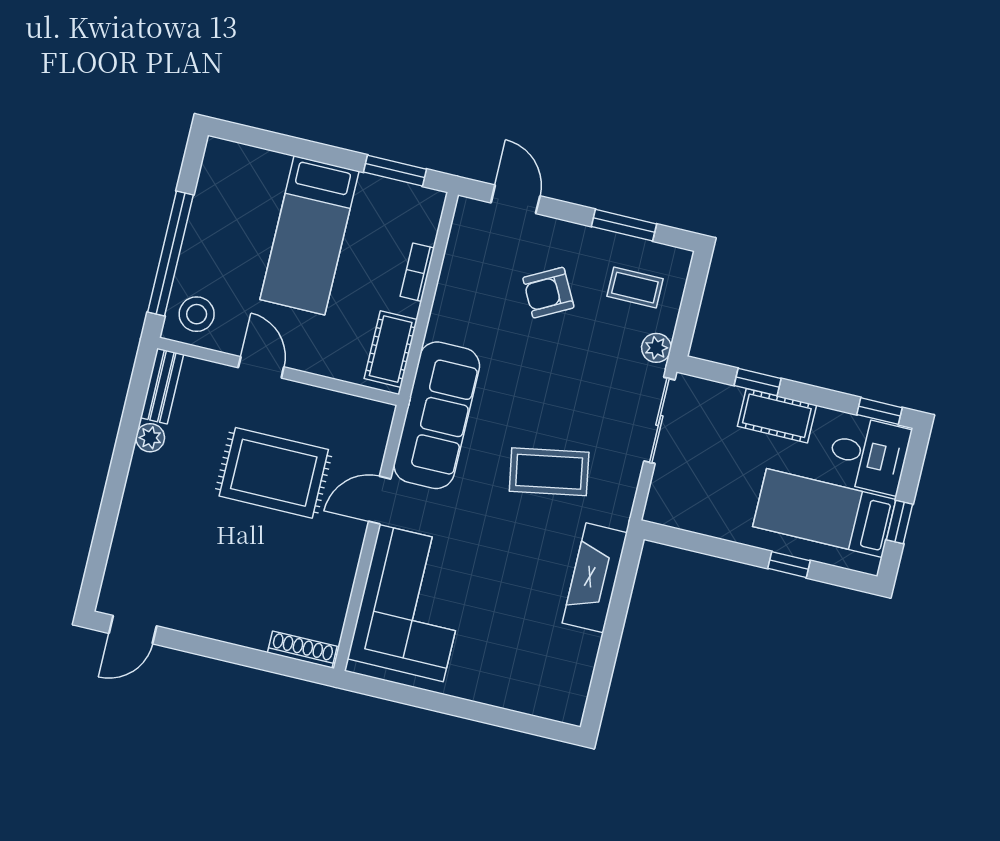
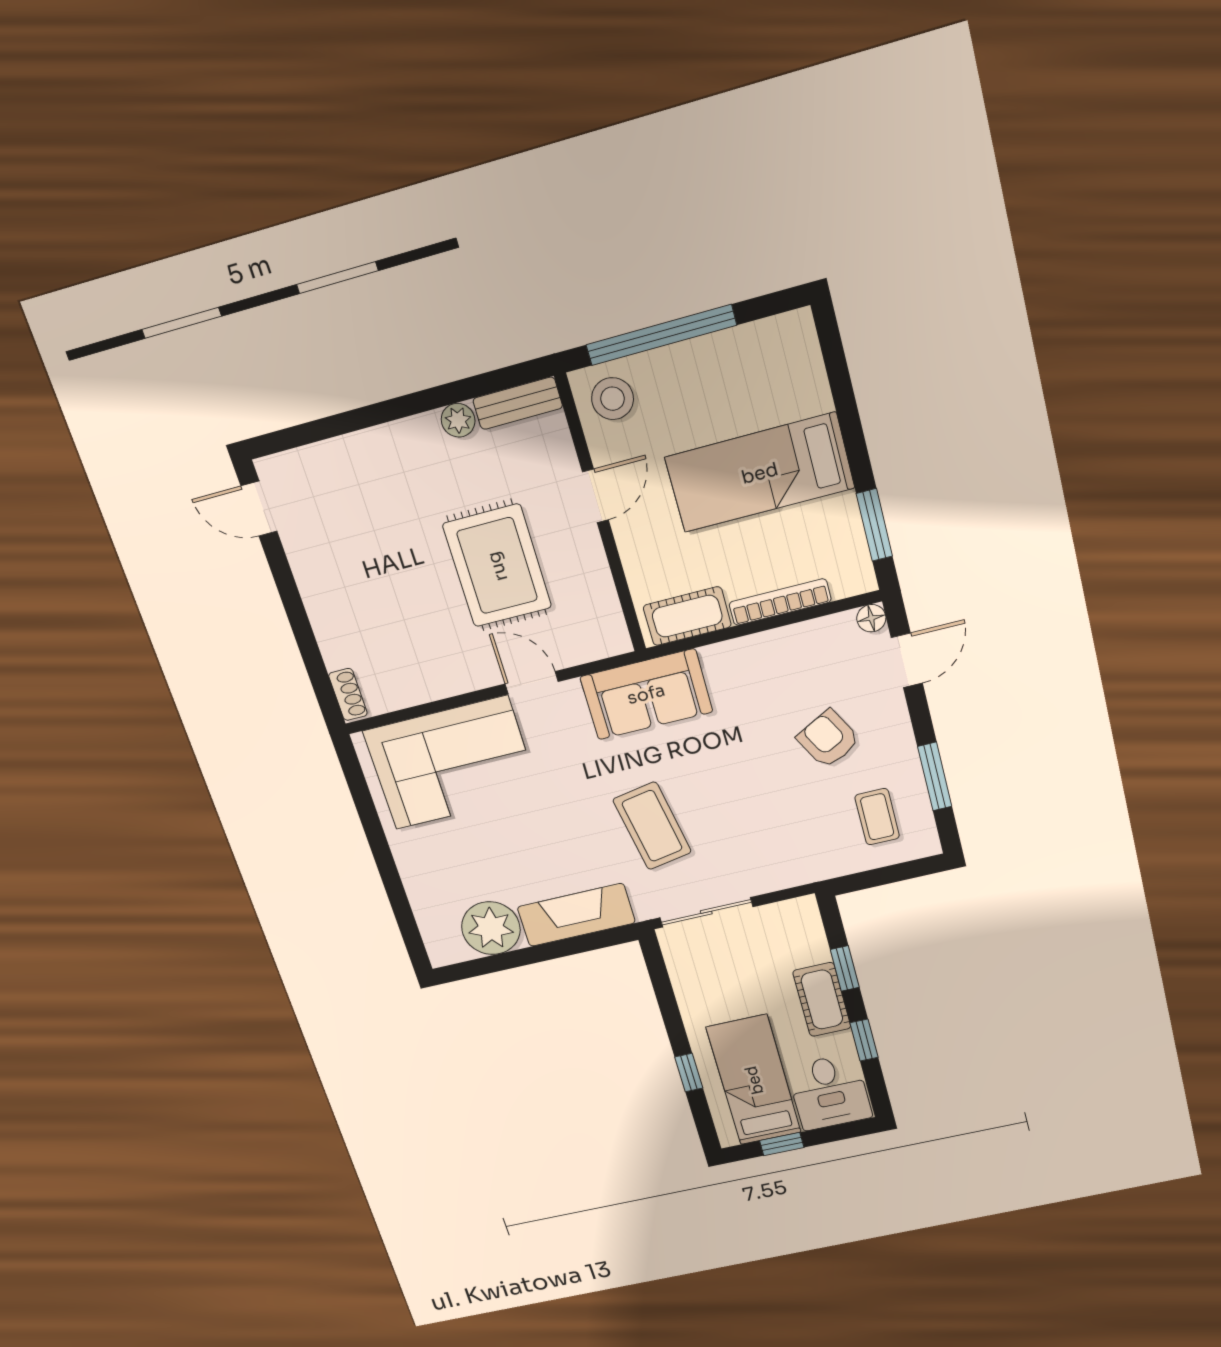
floor lamp: (467, 209) -> (871, 618), added
bookcase: (417, 272) -> (780, 602), width x1.56
plant: (656, 348) -> (491, 928), moved, width x1.88, depth x1.88
window: (879, 411) -> (864, 1040), moved
sofa: (437, 415) -> (646, 694), width x0.73
sliding door: (659, 420) -> (706, 912), moved
shoe rack: (302, 650) -> (348, 694), width x0.70

